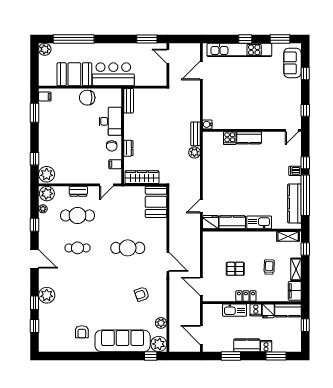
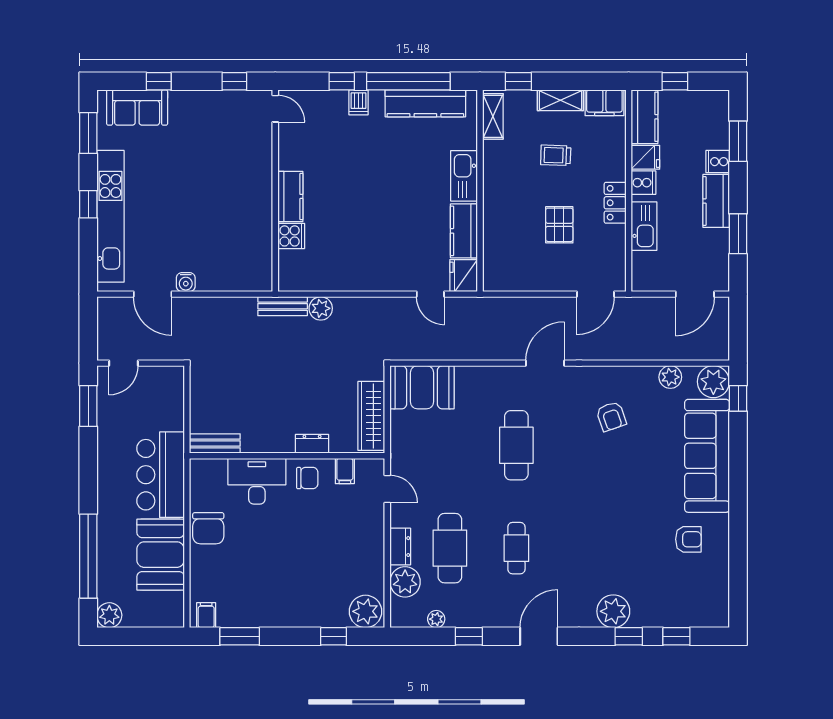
water cooler: (207, 124) -> (186, 282), moved
plant: (47, 194) -> (405, 582), moved

